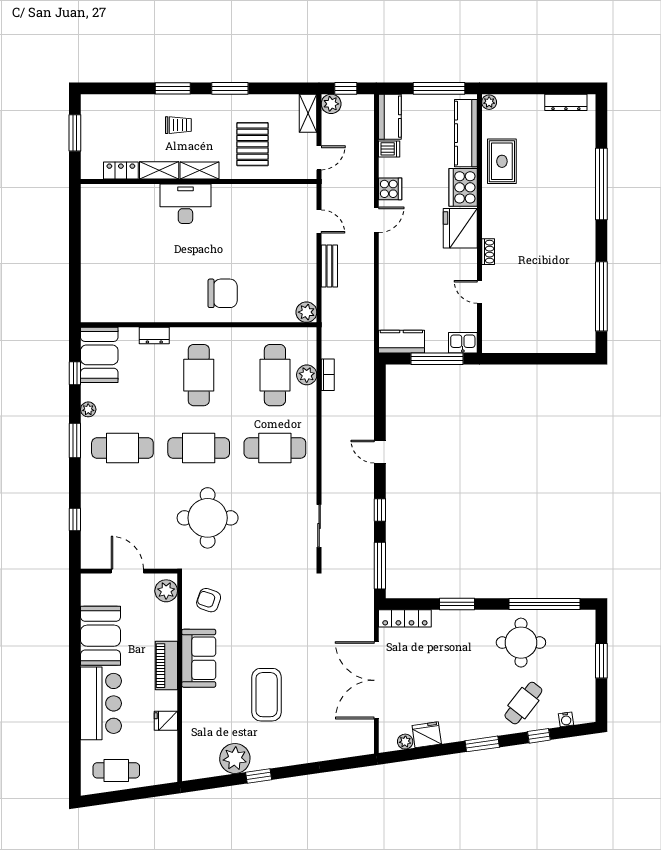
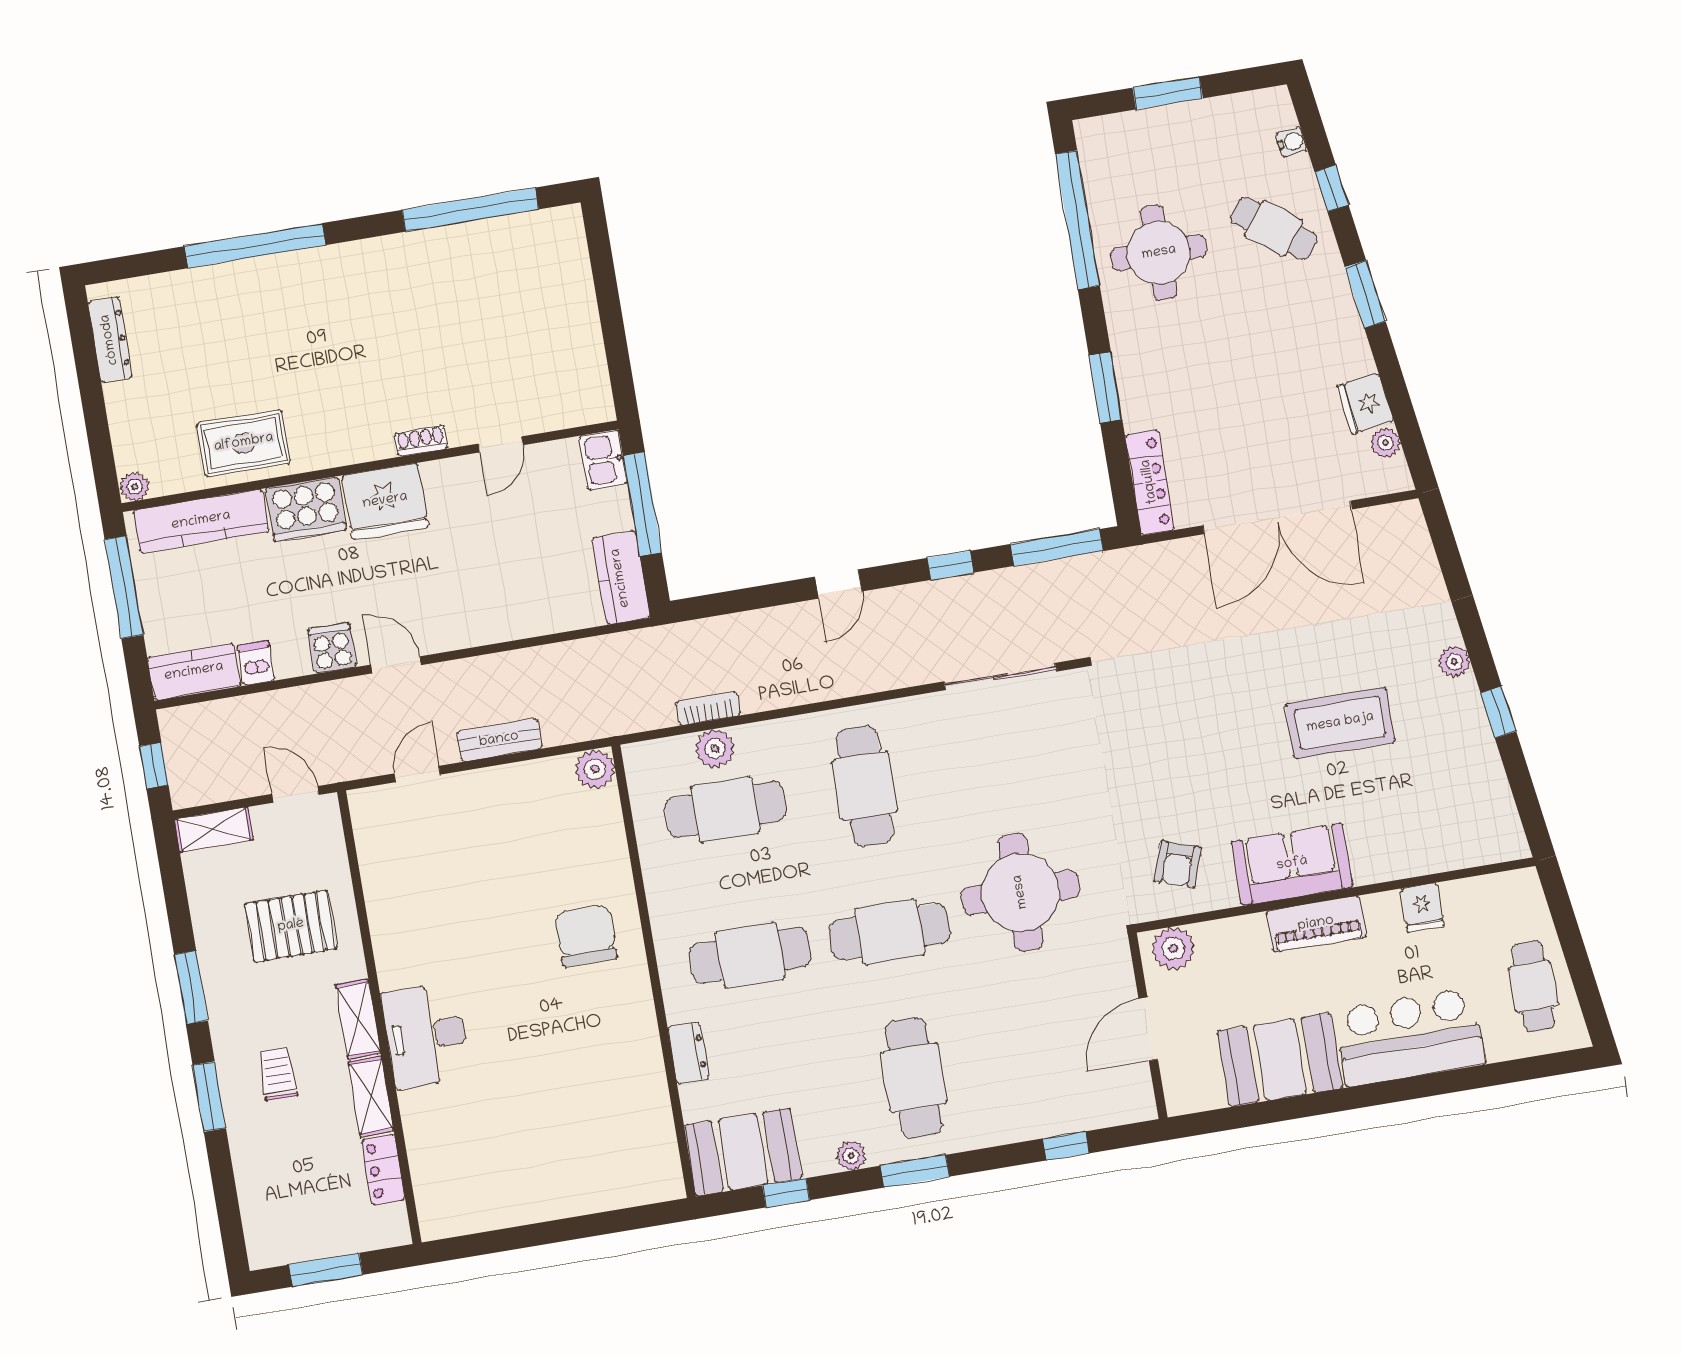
plant: (331, 104) -> (188, 789), removed
cafe table: (199, 448) -> (889, 932), turned 90
sliding door: (319, 526) -> (1000, 677), width x1.37
plant: (235, 758) -> (1454, 662), moved, width x0.53, depth x0.53

